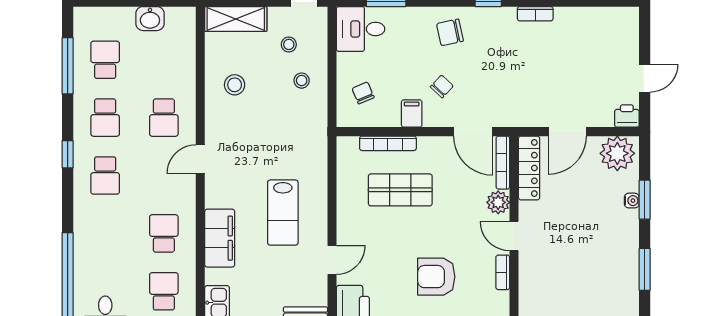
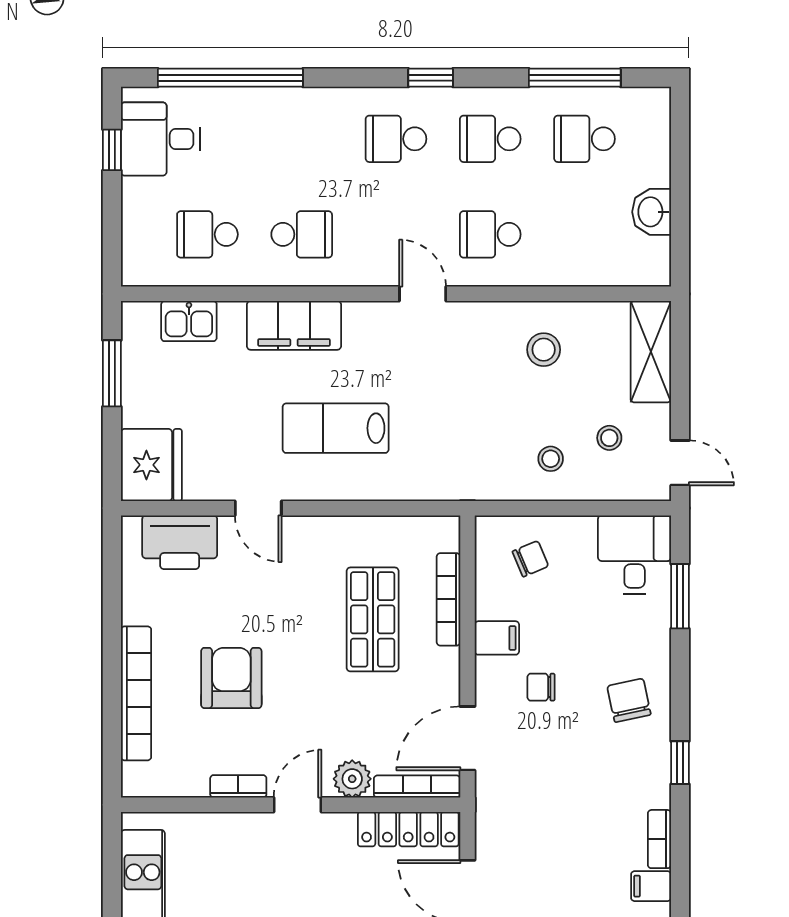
filing cabinet: (564, 19) -> (651, 886), added
school desk: (105, 60) -> (584, 139), turned 180
chair: (442, 86) -> (541, 687), turned 137
school desk: (164, 291) -> (207, 234), turned 180

